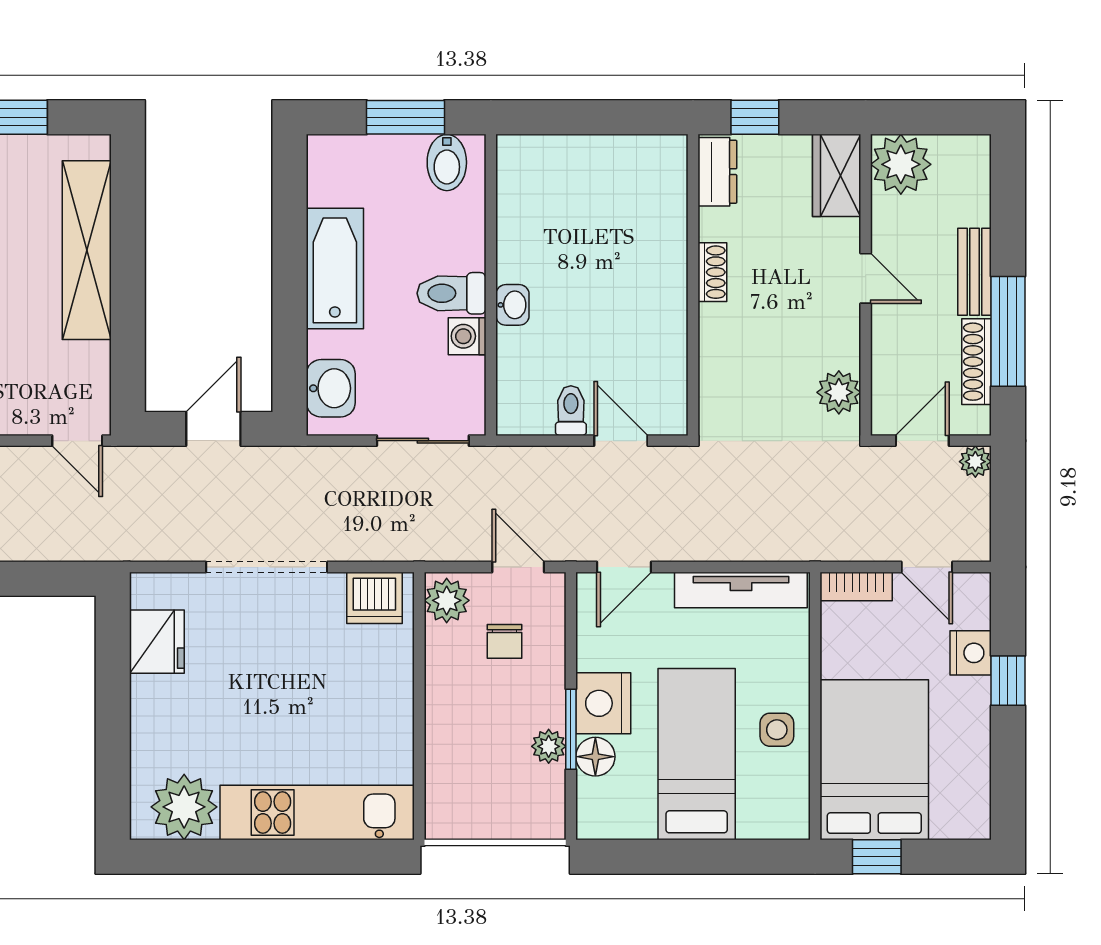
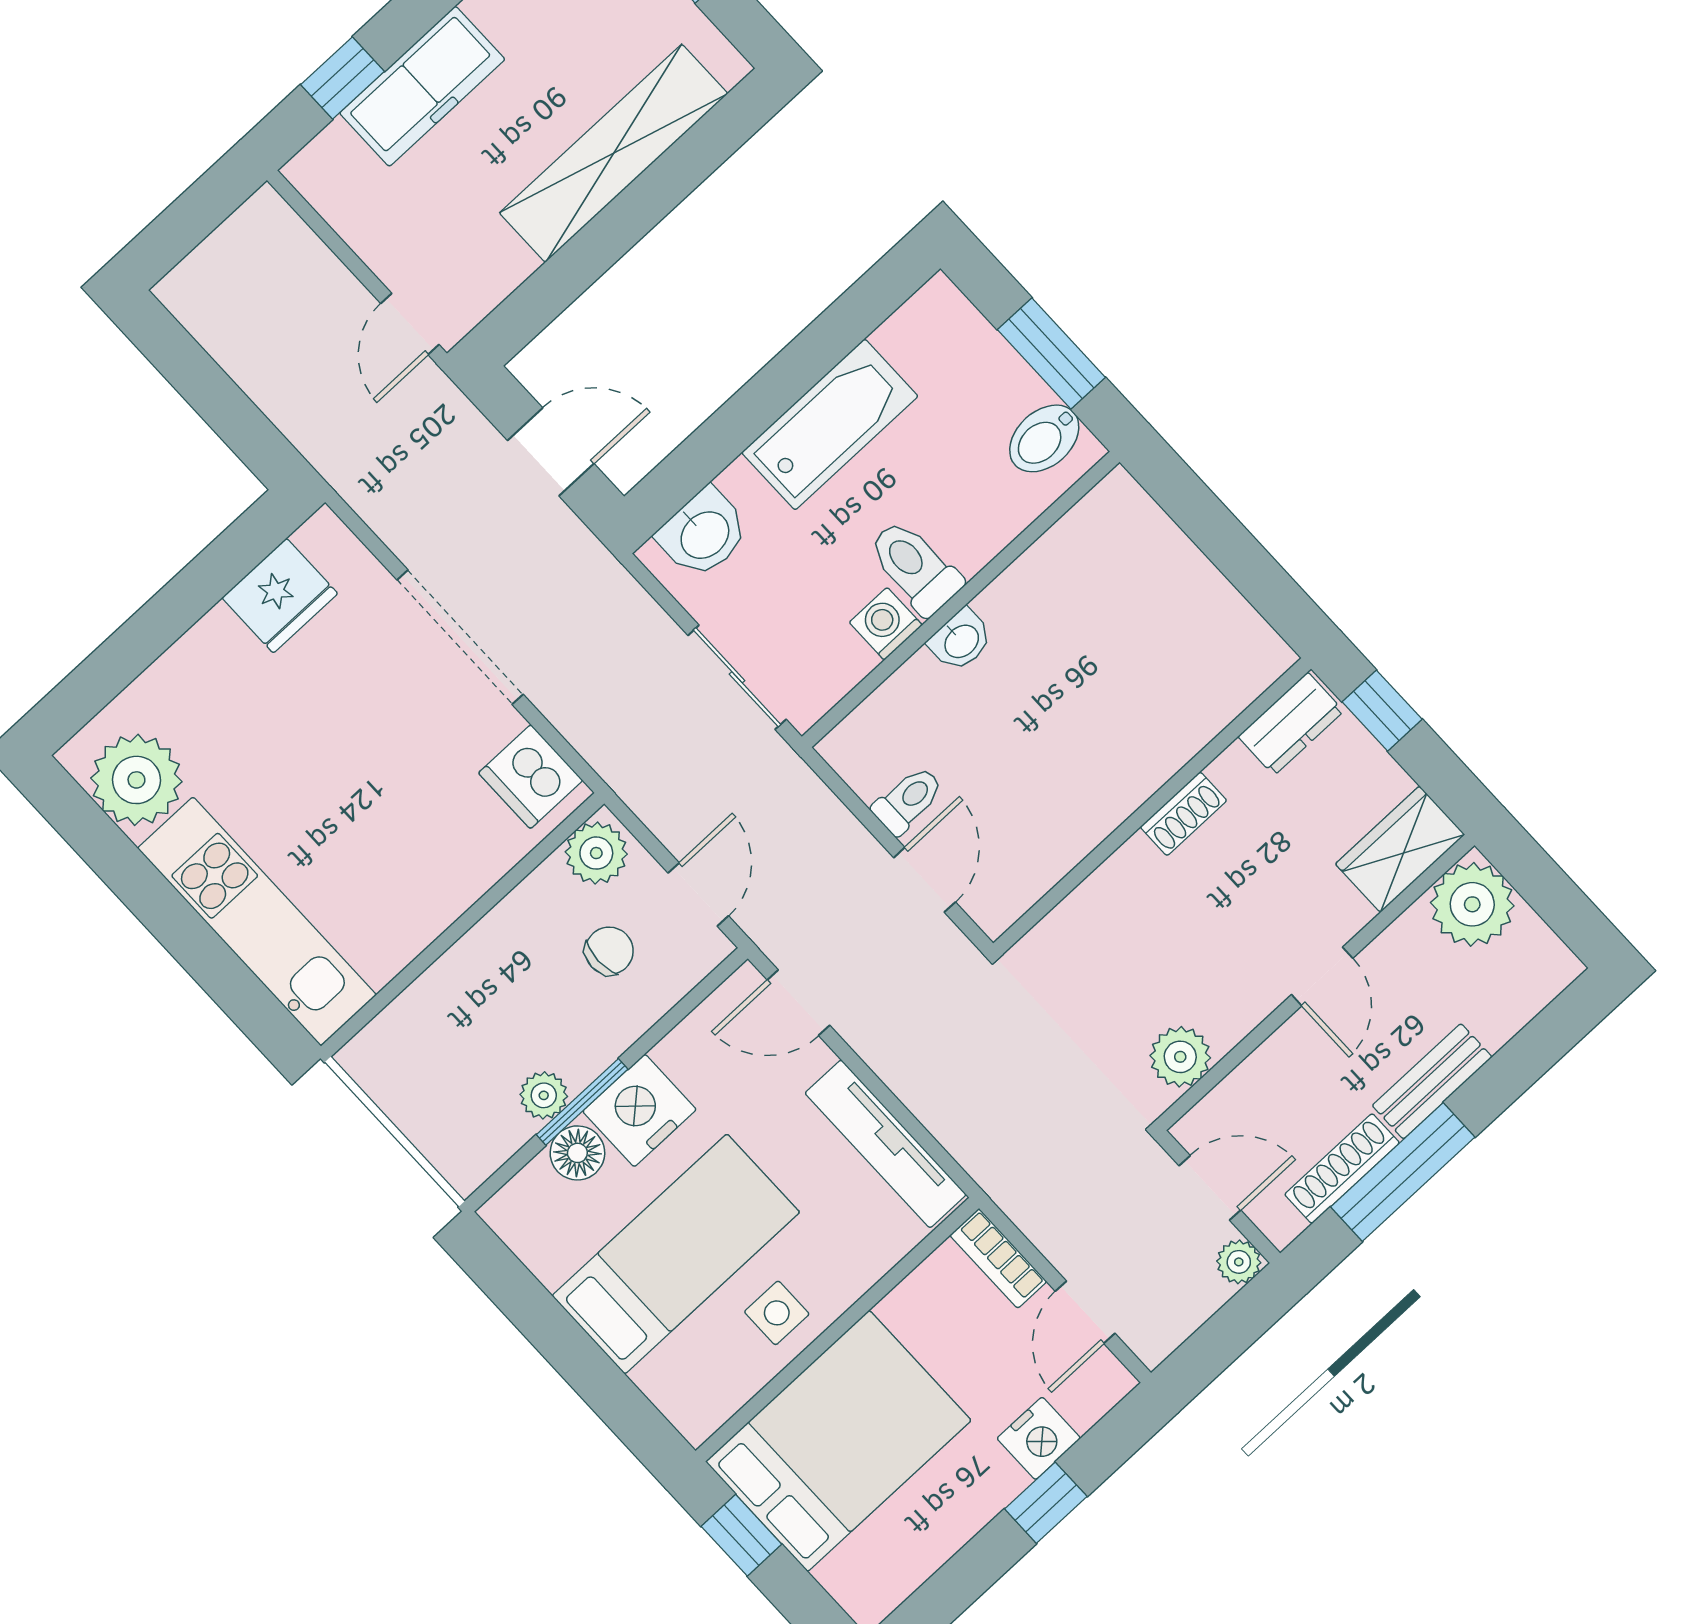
chair: (505, 641) -> (609, 951), turned 180

